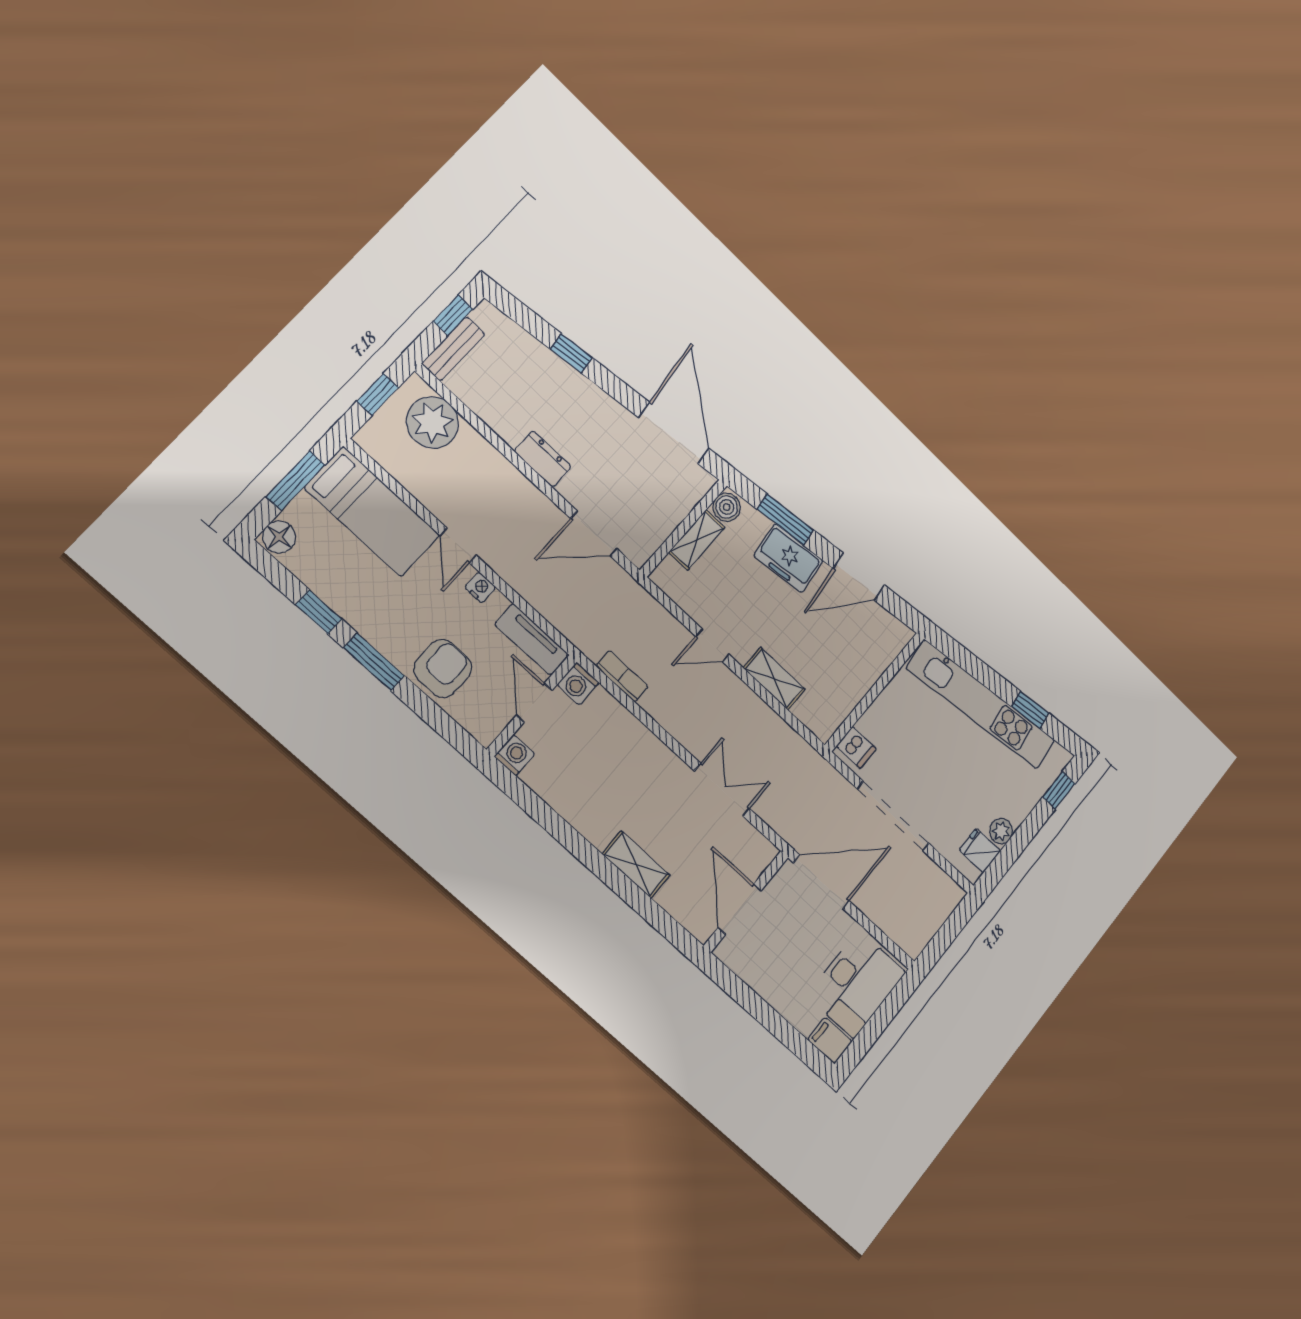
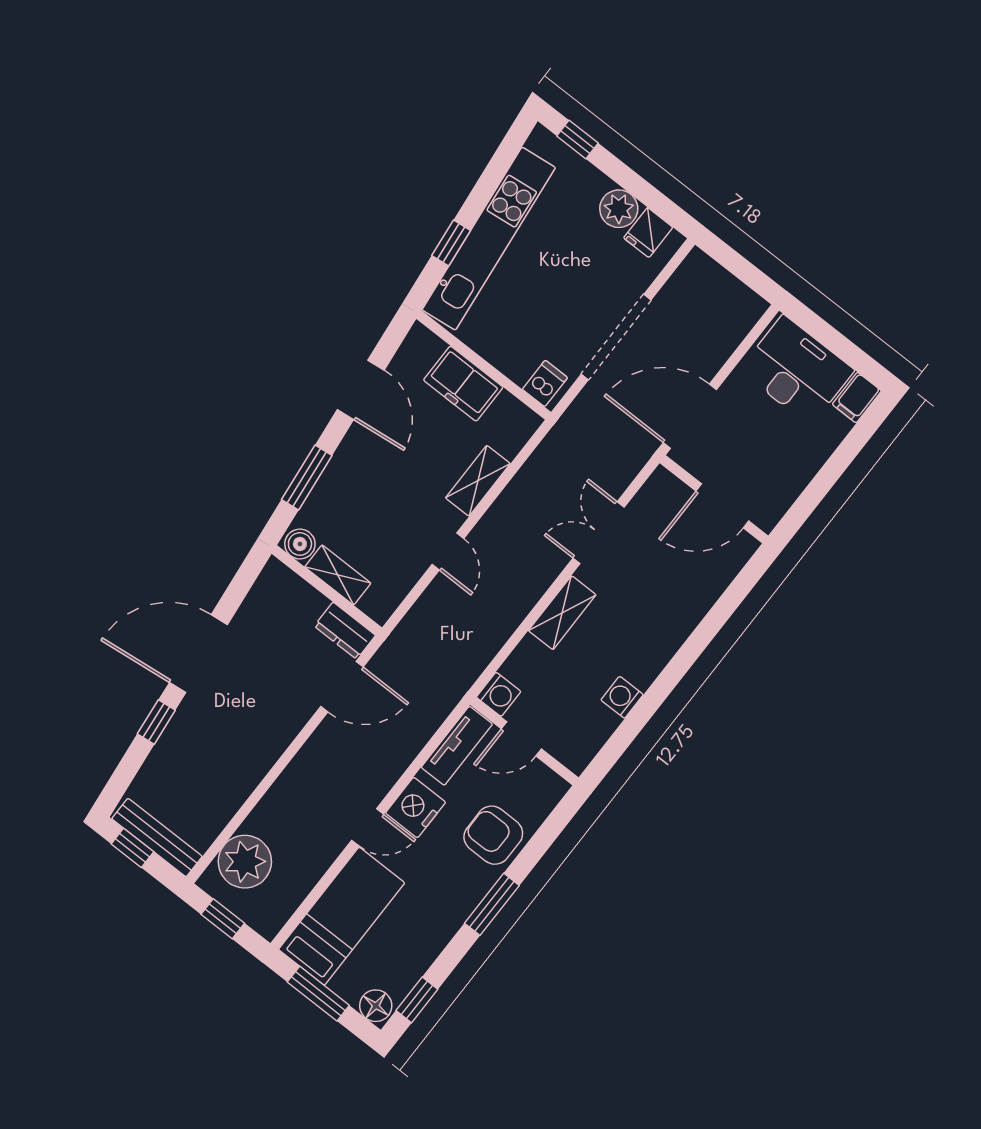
bench: (453, 349) -> (157, 838), width x1.36
door: (674, 433) -> (198, 654), moved
dresser: (543, 459) -> (345, 631), moved, turned -90
door: (594, 534) -> (342, 687), hinge flipped
freezer: (788, 558) -> (463, 384), moved, turned 97
nightstand: (480, 588) -> (416, 808), width x1.89, depth x1.79
window: (319, 612) -> (417, 1000), moved
bookcase: (622, 676) -> (487, 648), removed
window: (1030, 710) -> (451, 243), moved
washing machine: (515, 755) -> (622, 697), moved
plant: (1001, 831) -> (619, 209), width x1.38, depth x1.38
shelving: (636, 865) -> (562, 613), moved
door: (821, 882) -> (690, 416), hinge flipped

